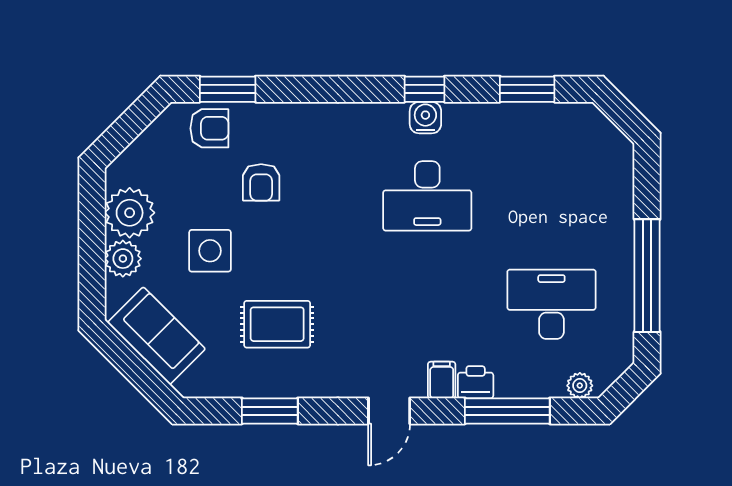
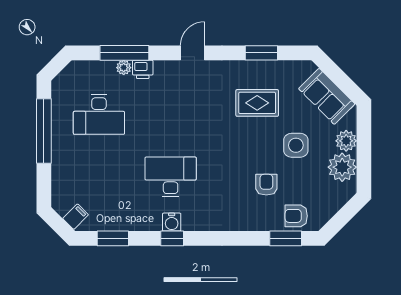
filing cabinet: (442, 380) -> (76, 217), moved, turned -135
plant: (580, 386) -> (124, 68), moved

